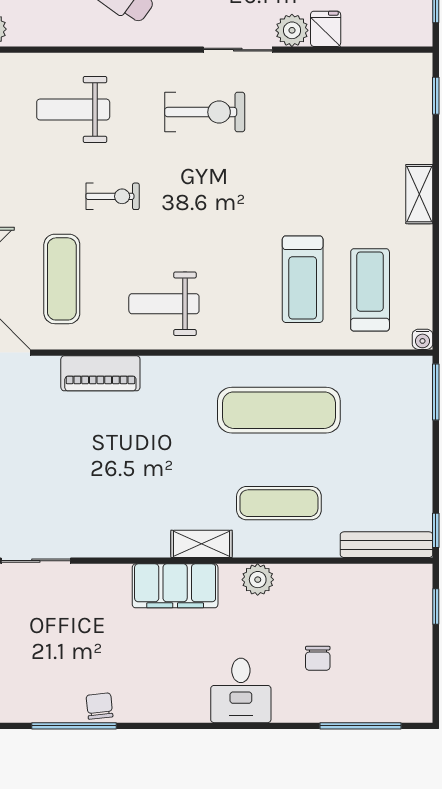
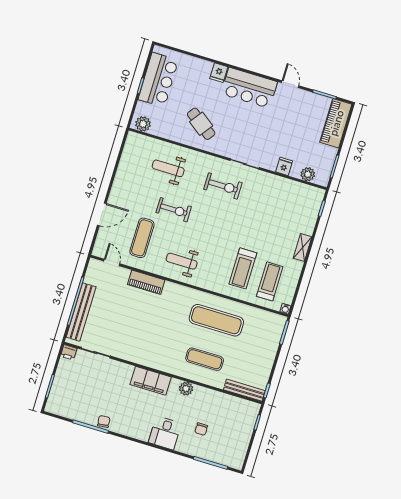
plant: (292, 30) -> (308, 174), moved
exercise bike: (113, 196) -> (174, 210), width x1.38, depth x1.39
shelving: (202, 544) -> (167, 366), removed

